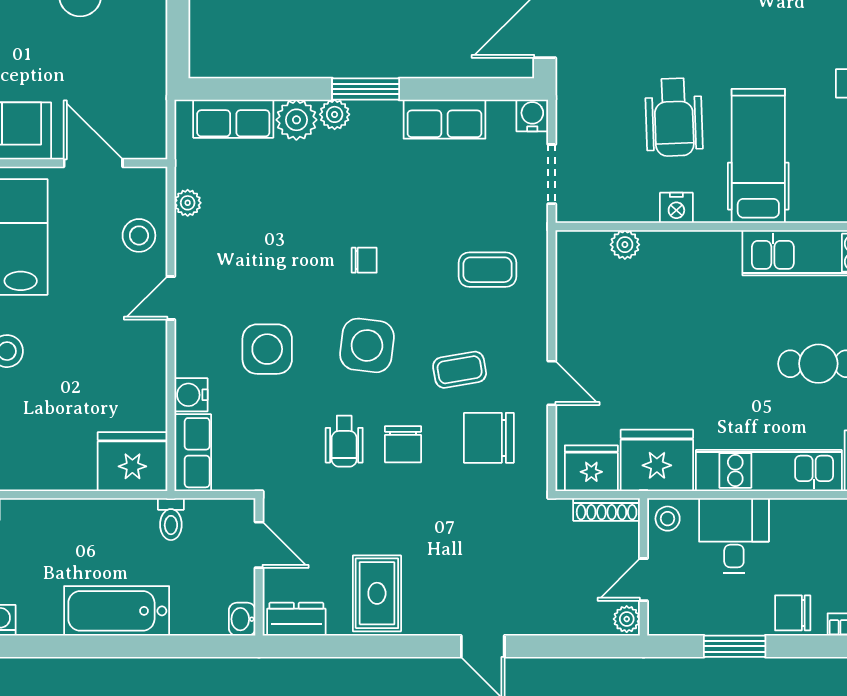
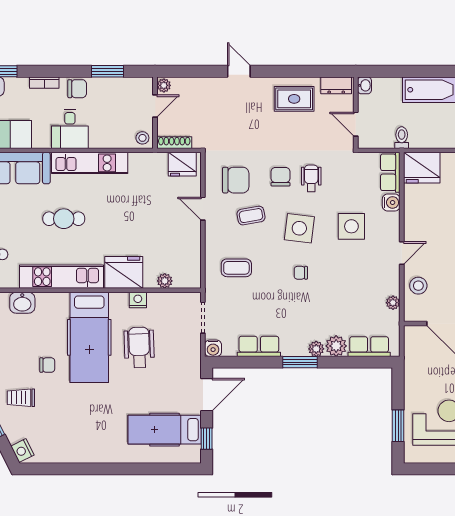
hospital bed: (758, 156) -> (89, 337), width x1.37, depth x1.29
fridge: (657, 460) -> (124, 272), moved, turned 180
desk: (734, 536) -> (70, 129), moved
rug: (377, 593) -> (294, 99), turned 90

